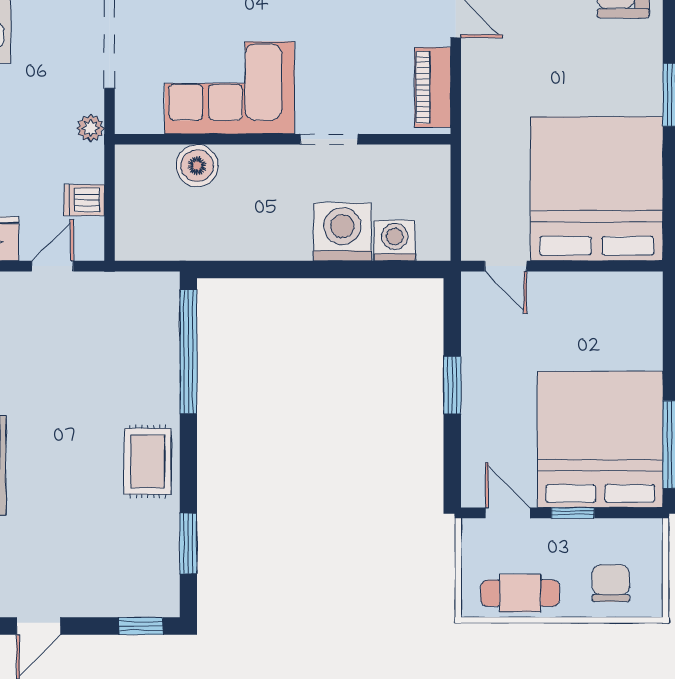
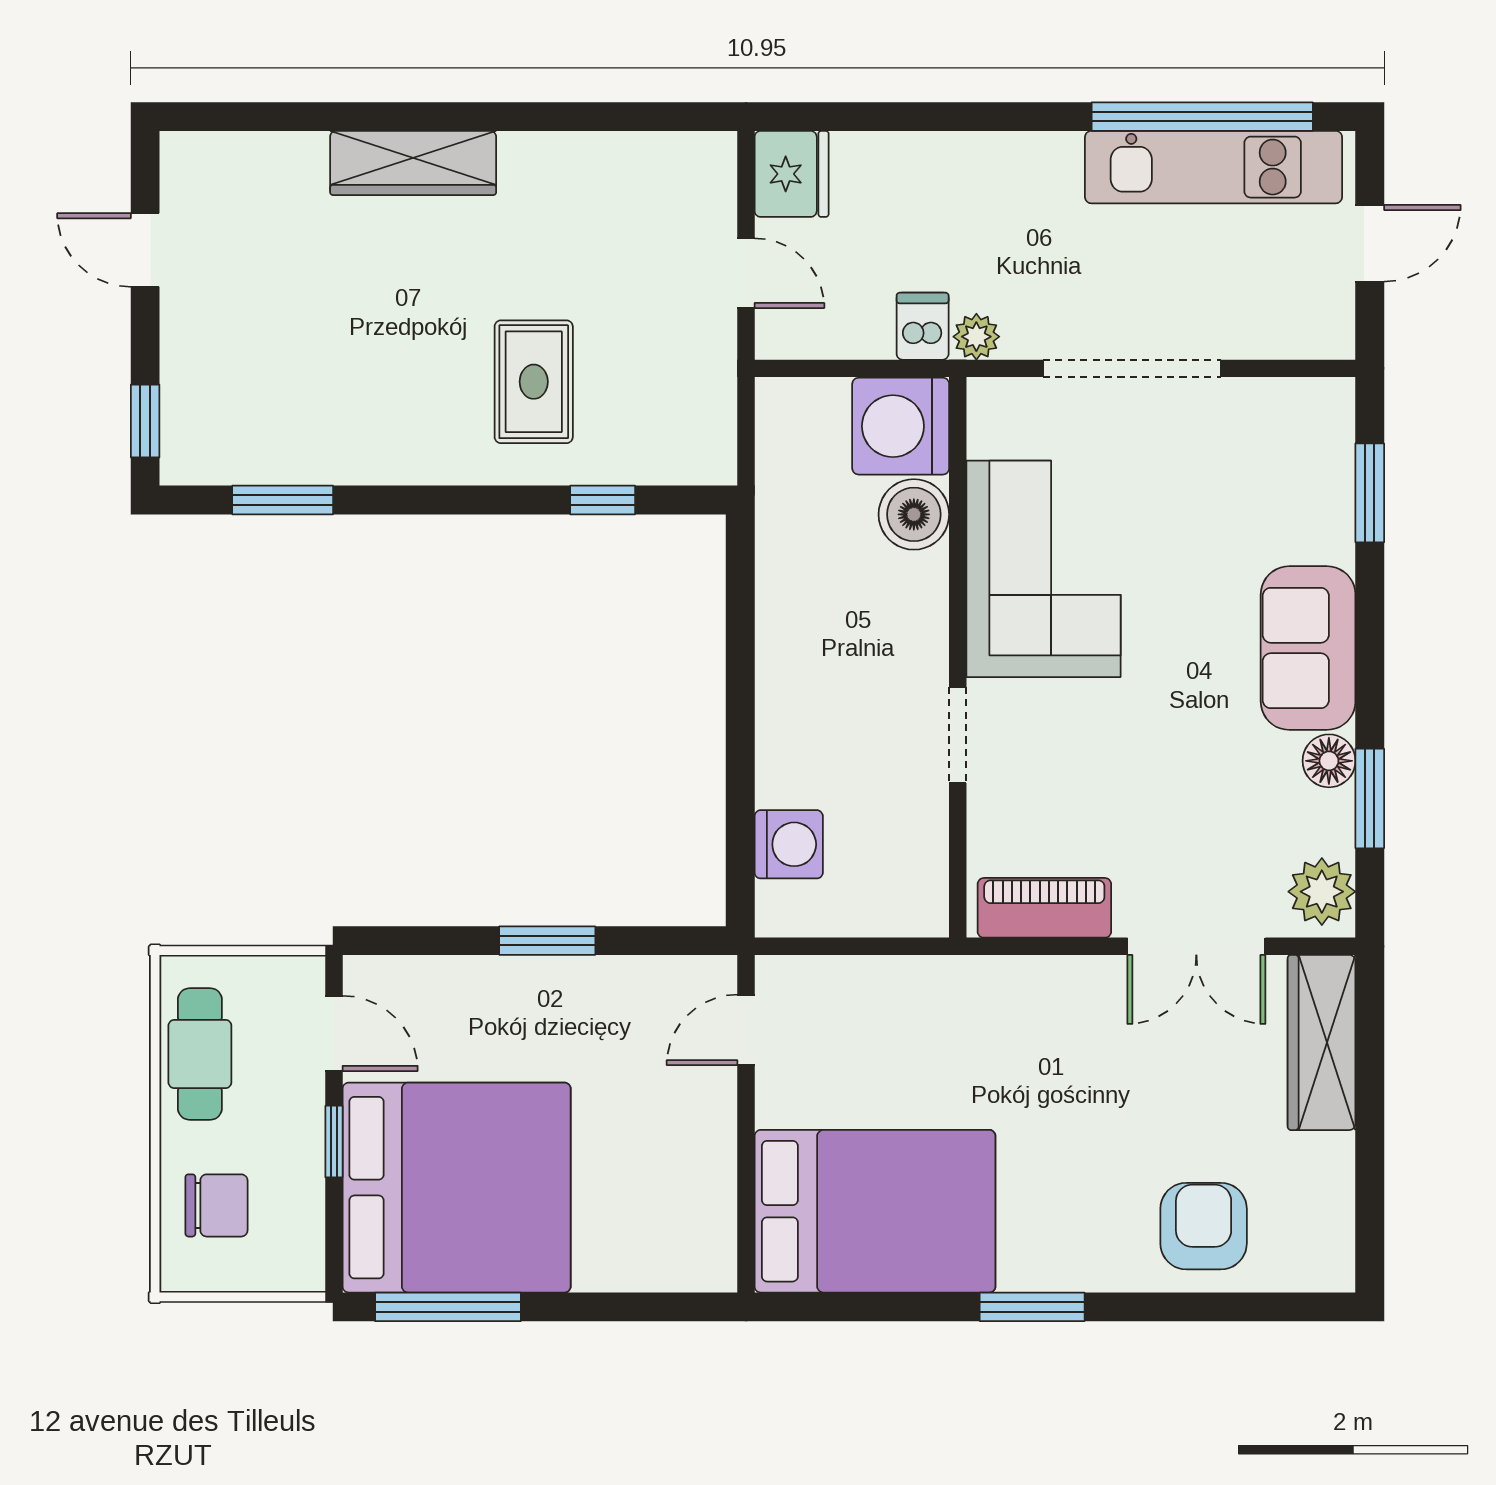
bed: (597, 189) -> (875, 1211), width x0.73
dishwasher: (84, 200) -> (923, 326), moved
washing machine: (342, 232) -> (901, 426), moved, turned 180
window: (188, 352) -> (603, 500), width x0.32
rug: (148, 461) -> (534, 382), moved, turned 90
door: (508, 513) -> (334, 1033), hinge flipped

